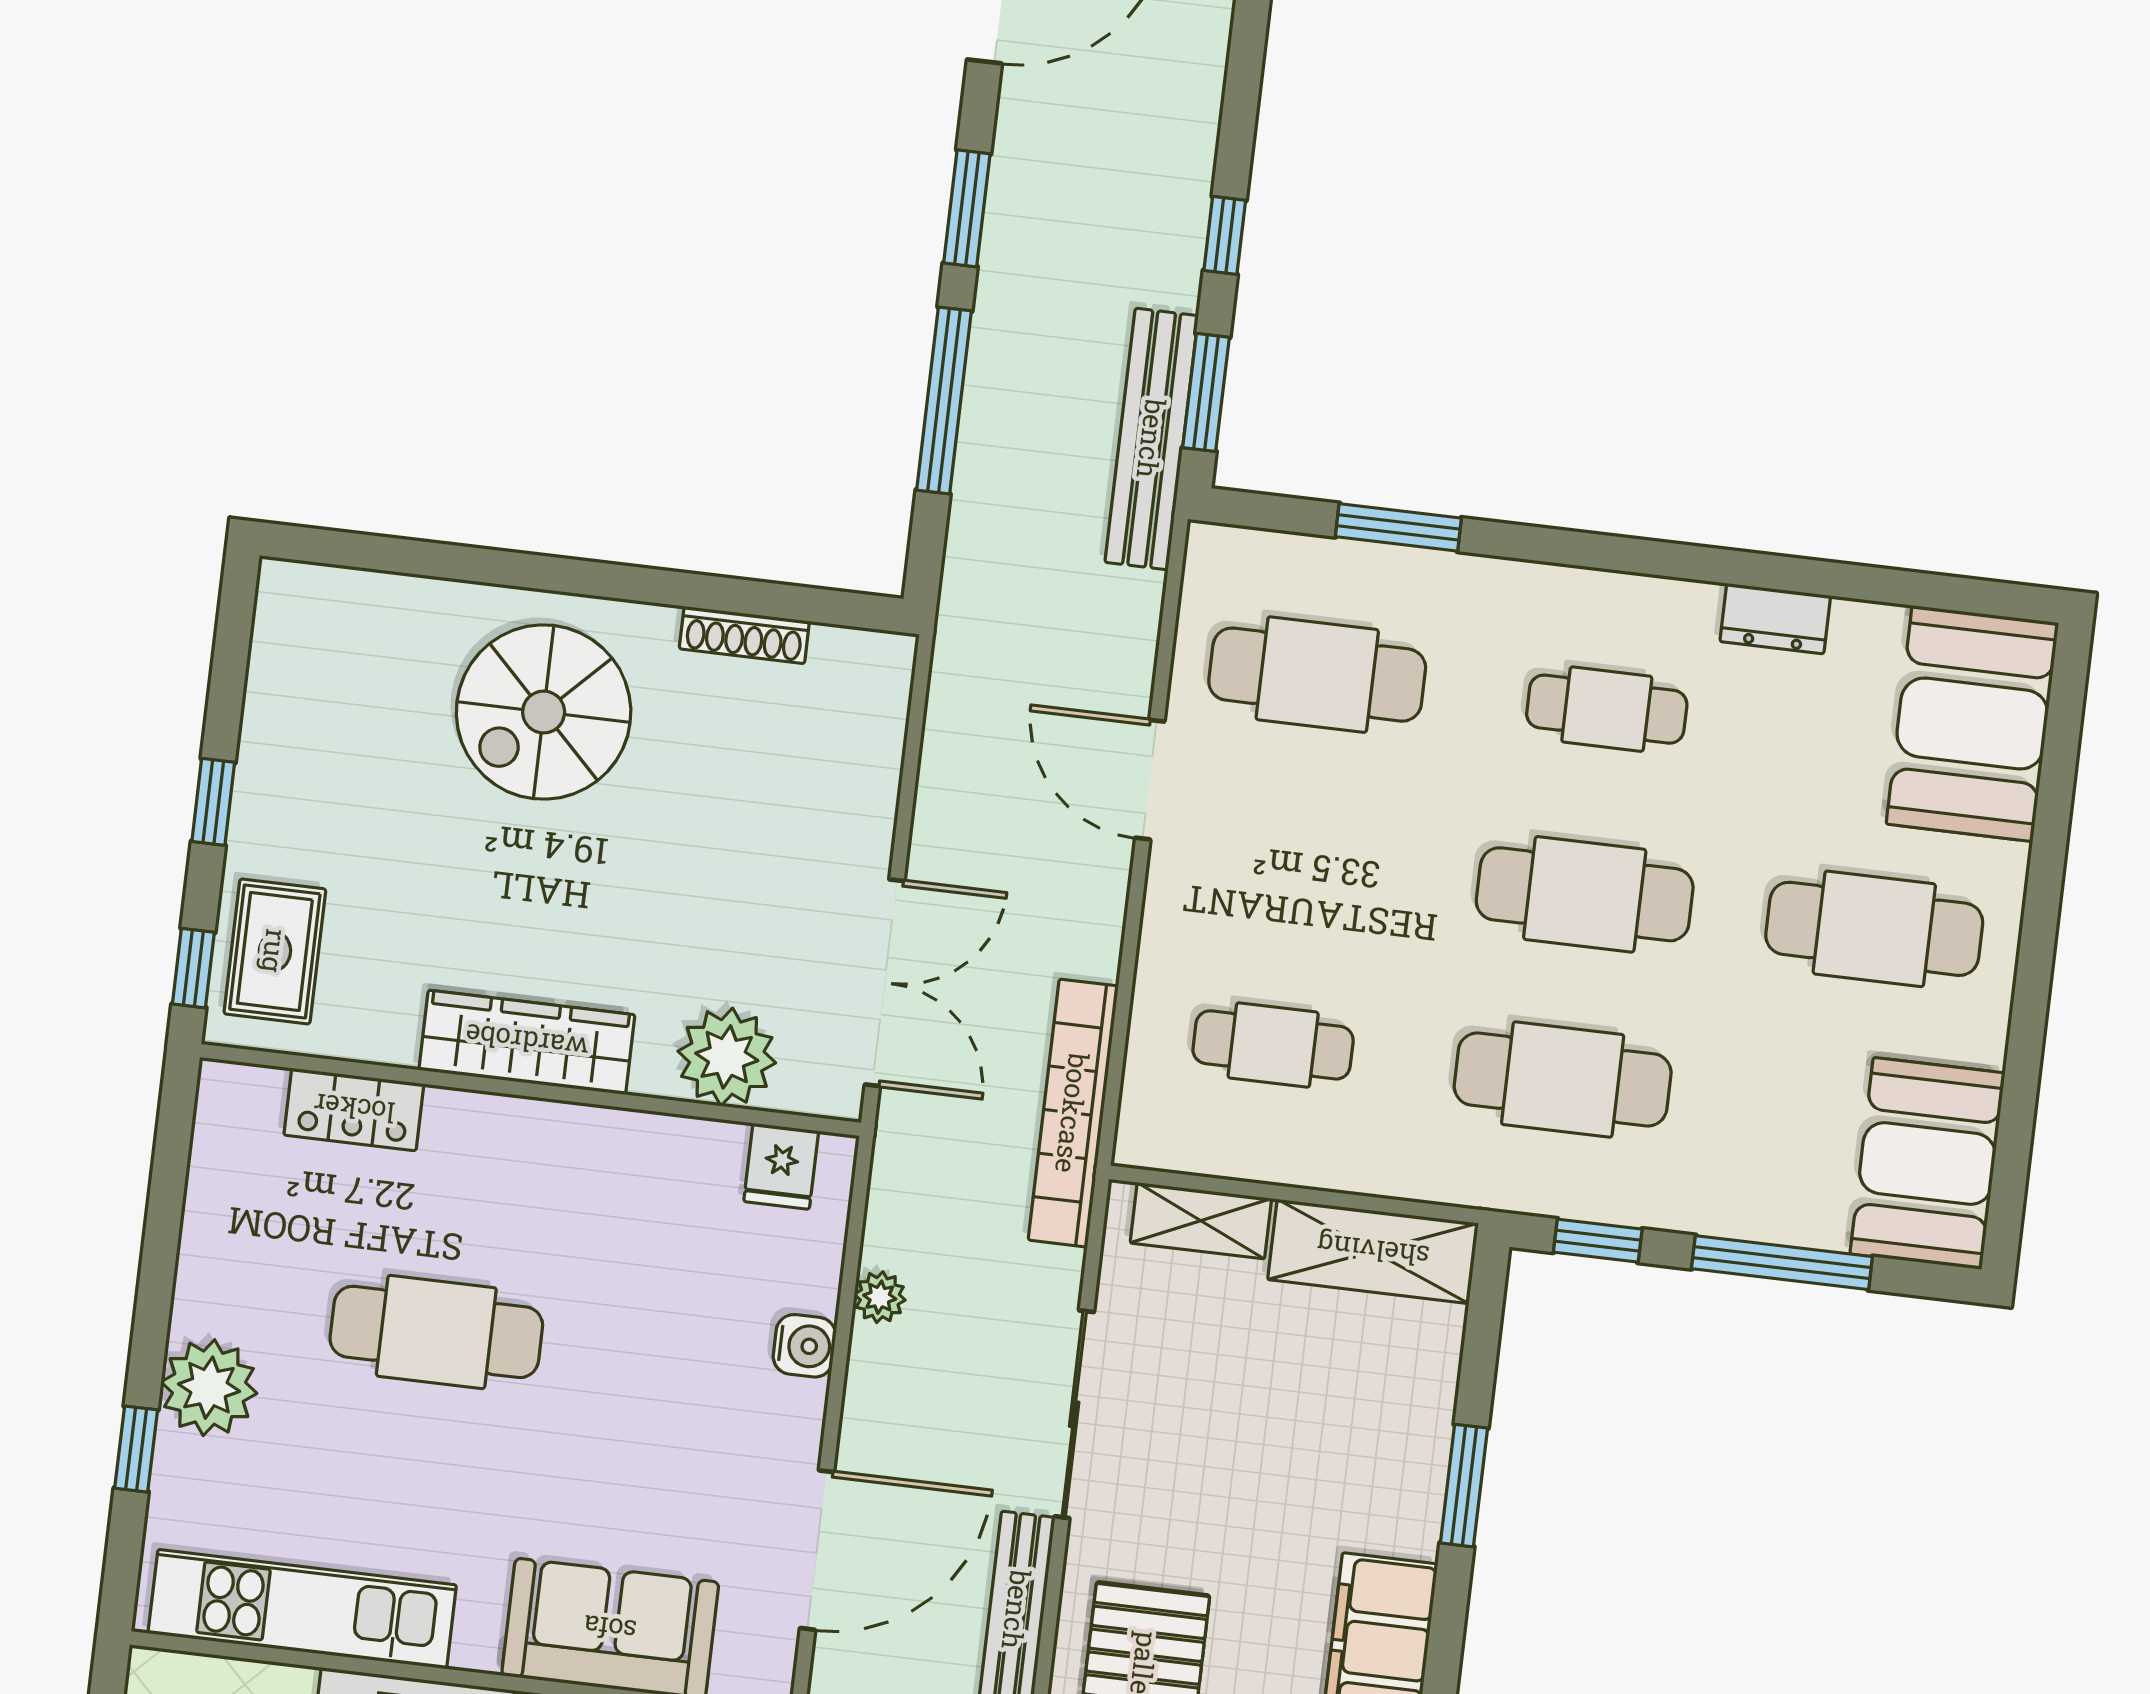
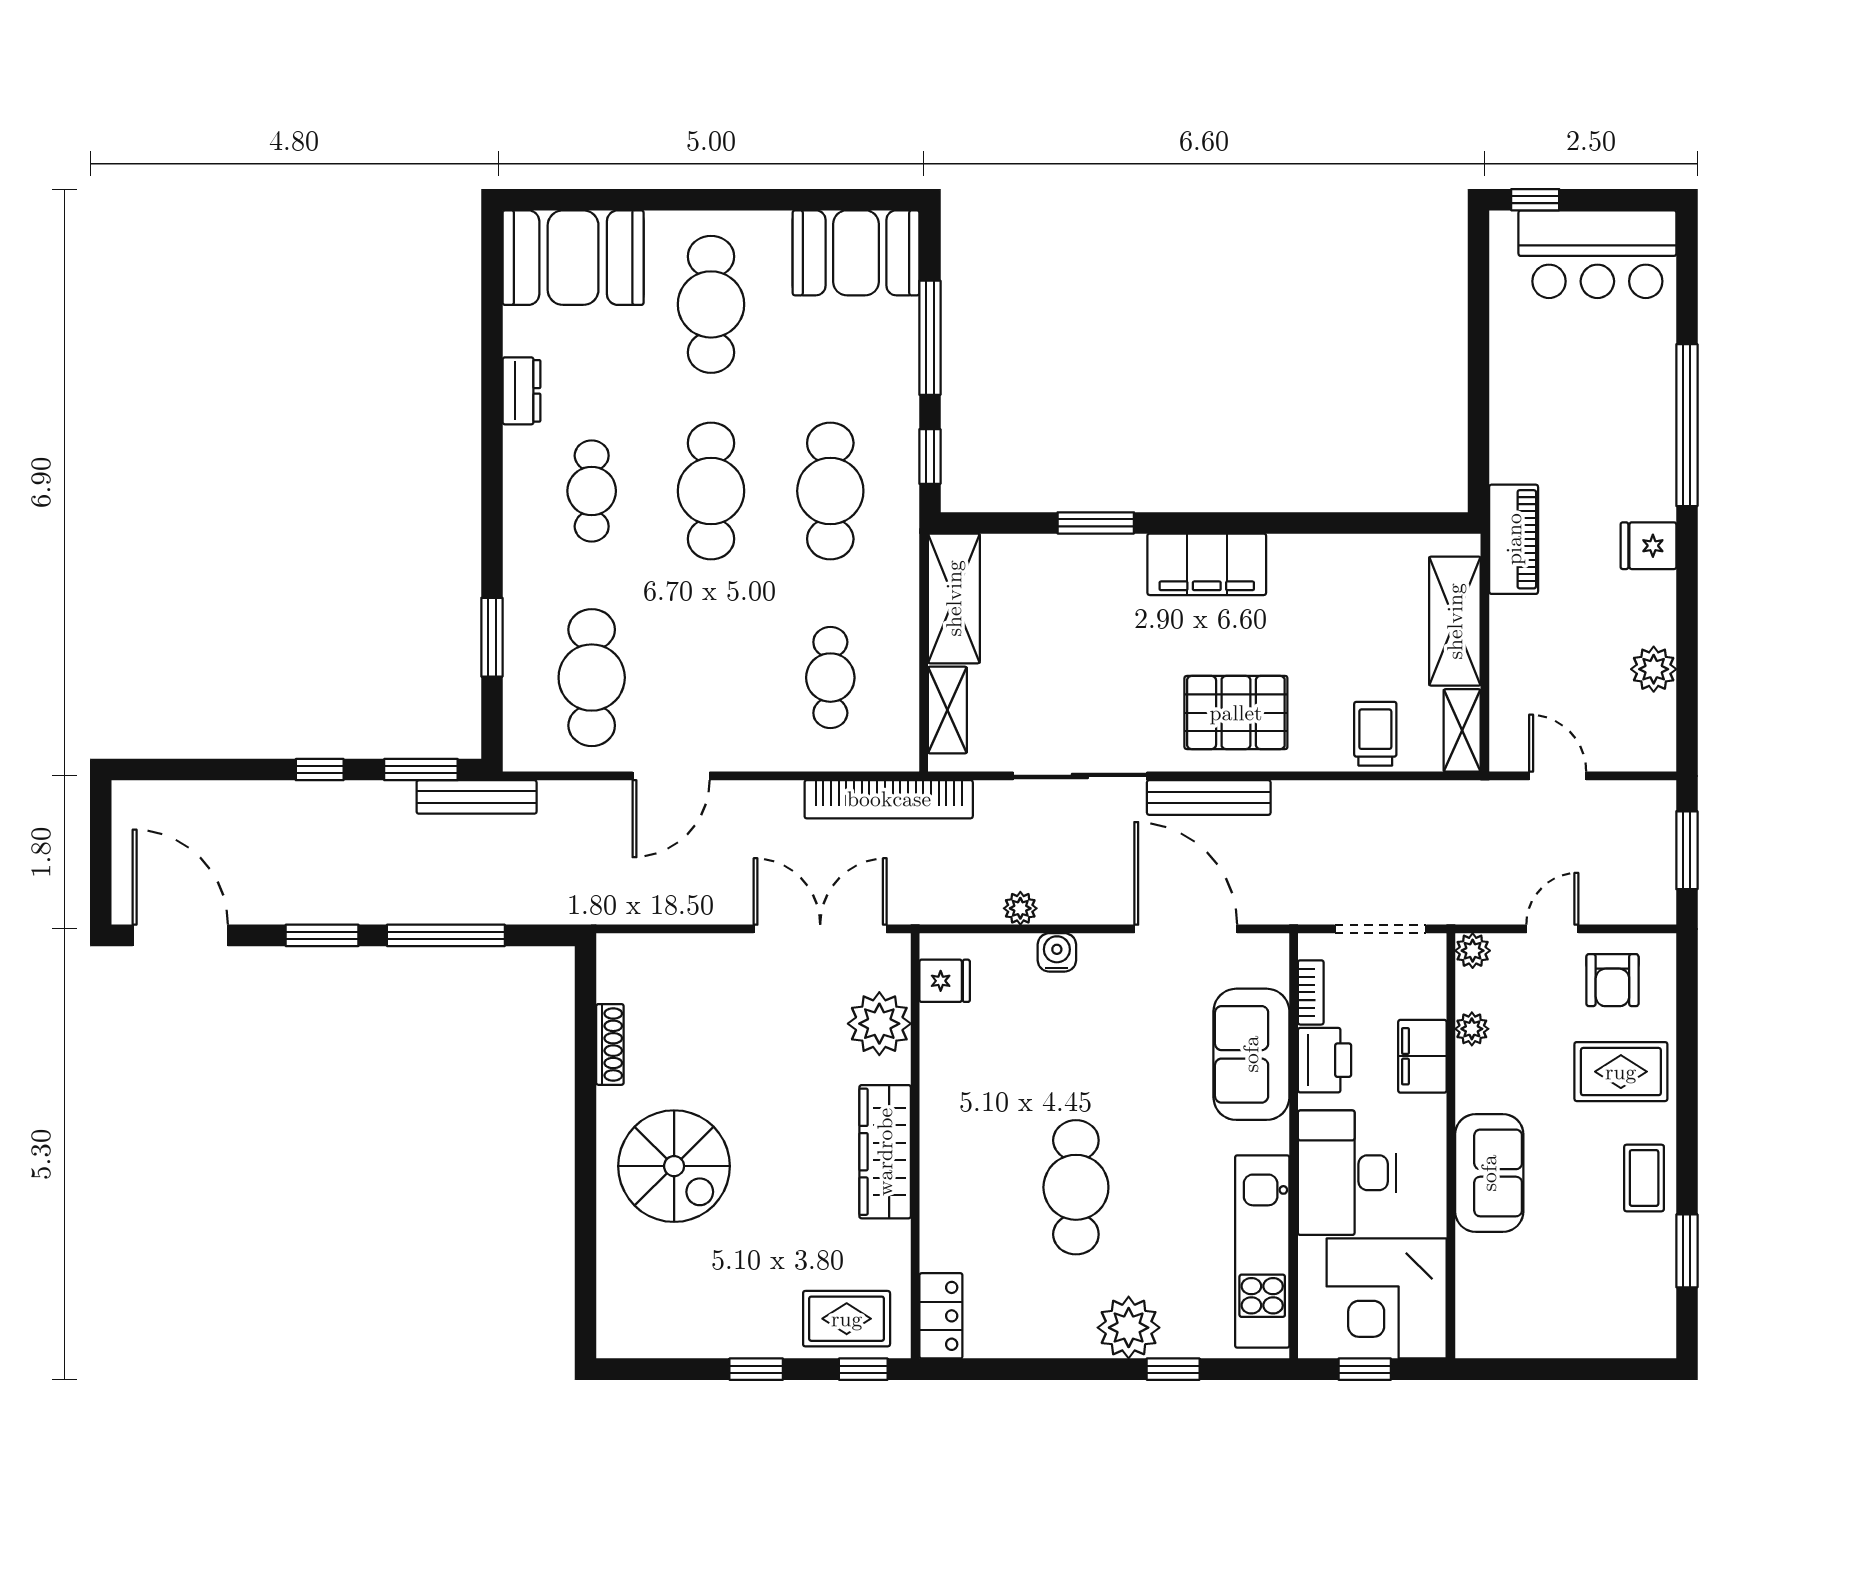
bench: (1152, 439) -> (477, 797), width x0.73, depth x0.82
locker: (354, 1109) -> (941, 1316), moved

